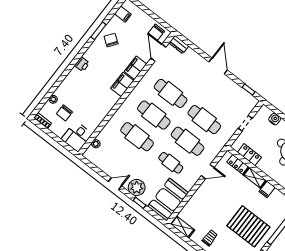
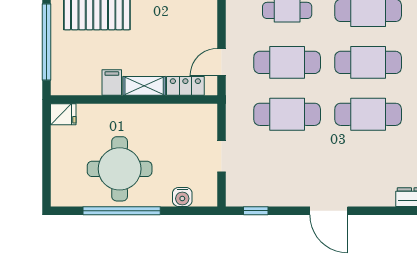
locker: (249, 155) -> (179, 114), removed
door: (208, 172) -> (222, 62), moved

